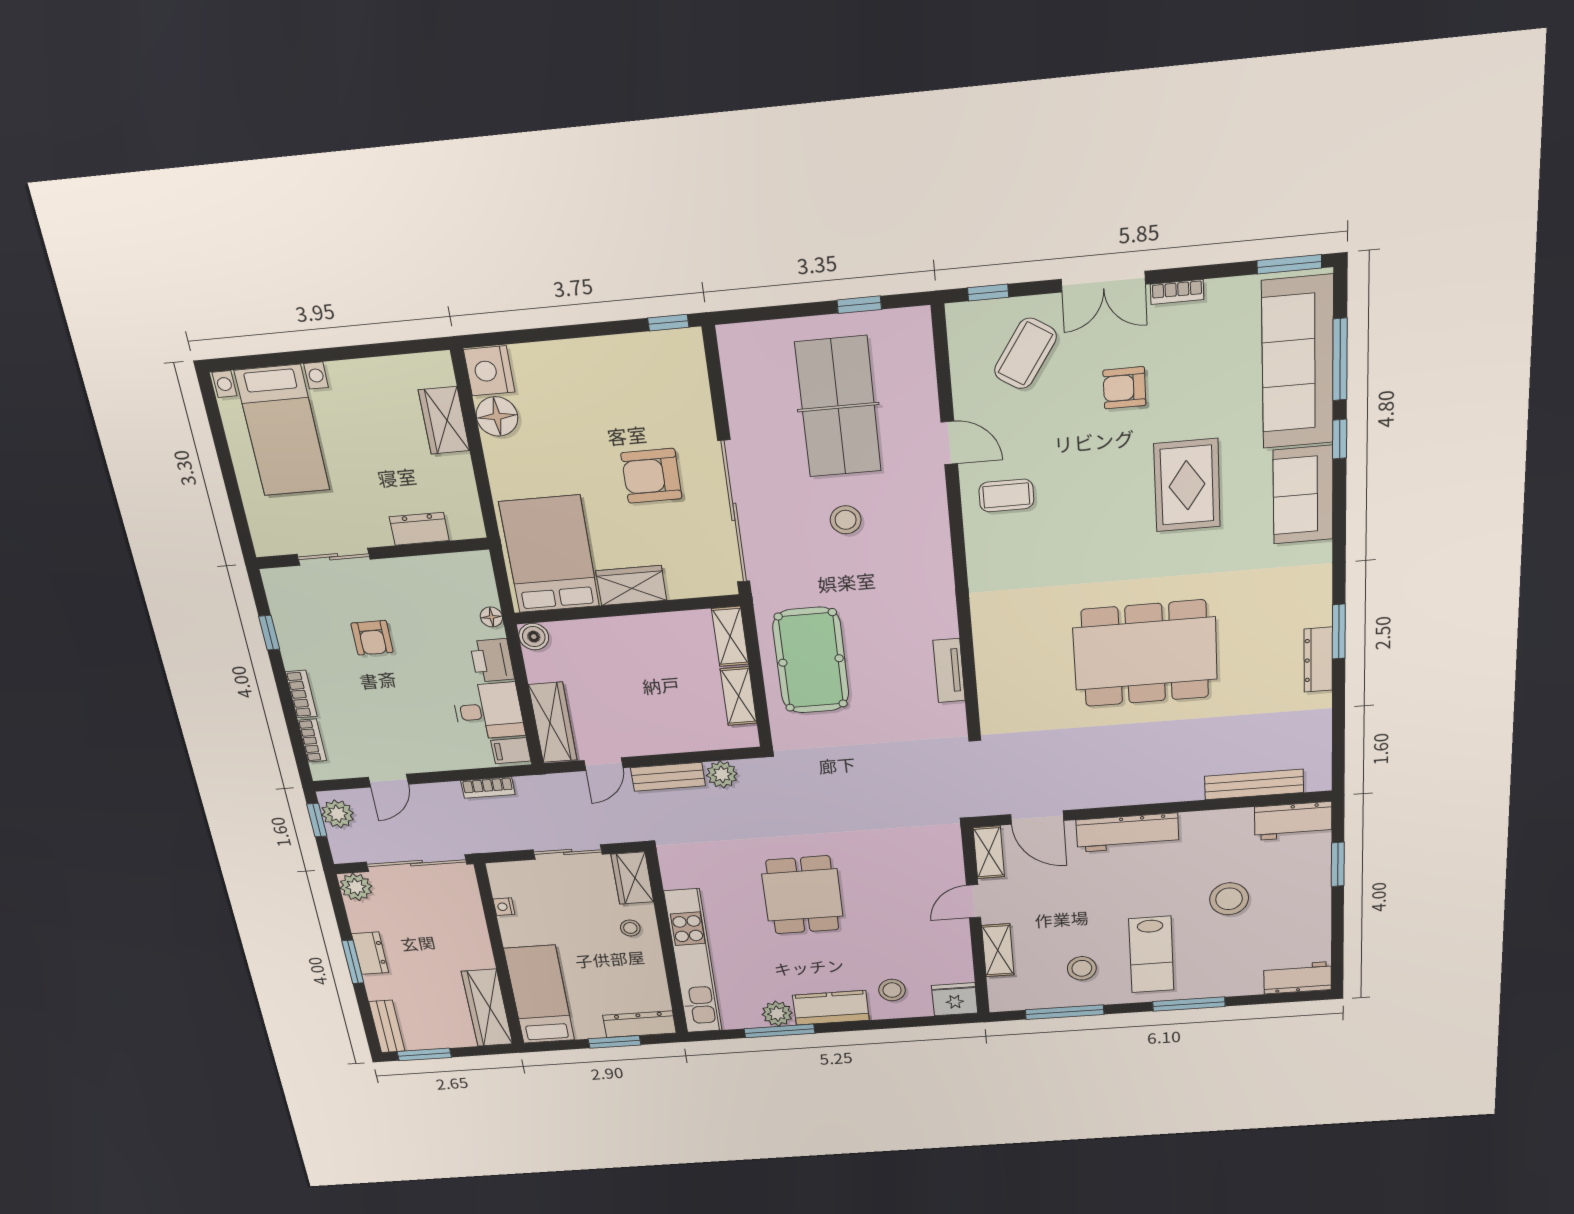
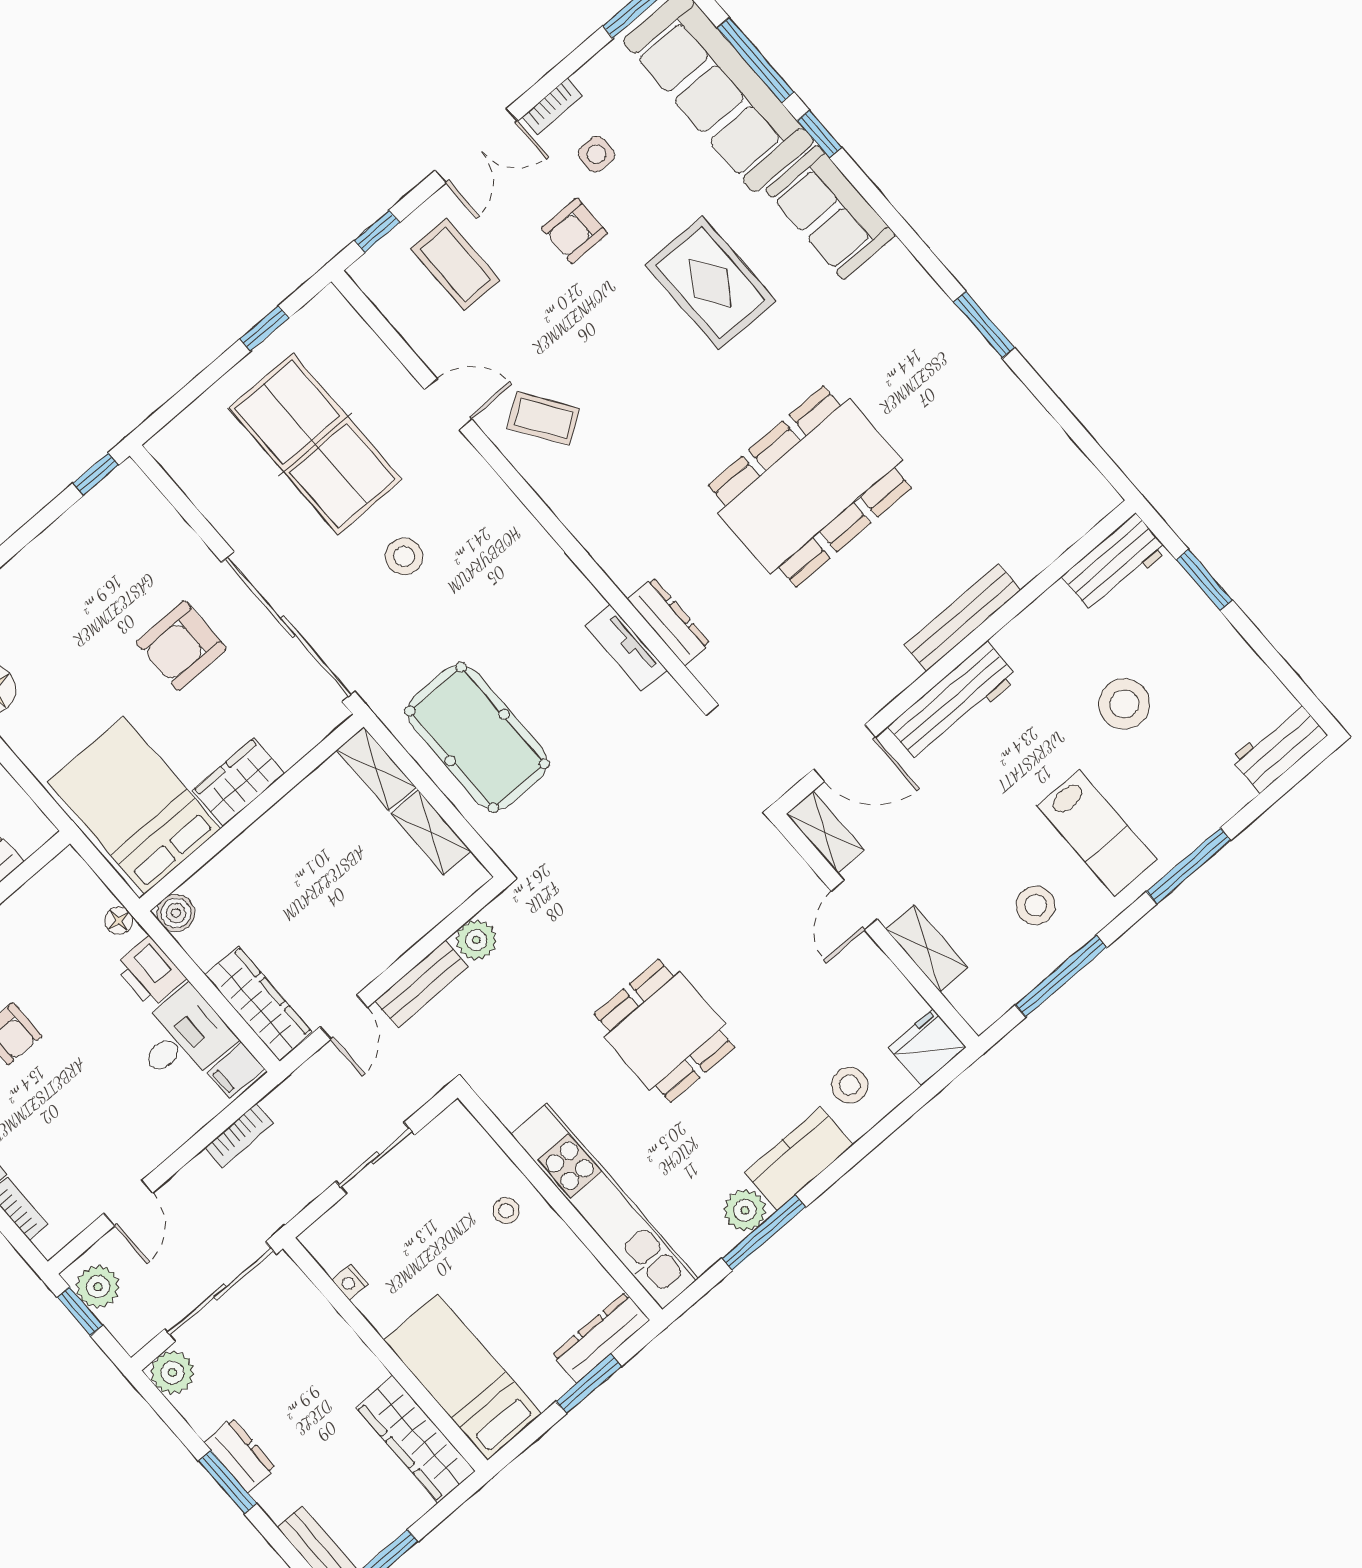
side table: (1181, 347) -> (596, 154), added
coffee table: (1025, 353) -> (455, 264), turned -33
coffee table: (1006, 495) -> (543, 418), turned 56
dresser: (1318, 660) -> (669, 622), moved, turned 180
bench: (1254, 784) -> (962, 618), moved
wardrobe: (632, 878) -> (466, 1142), removed

